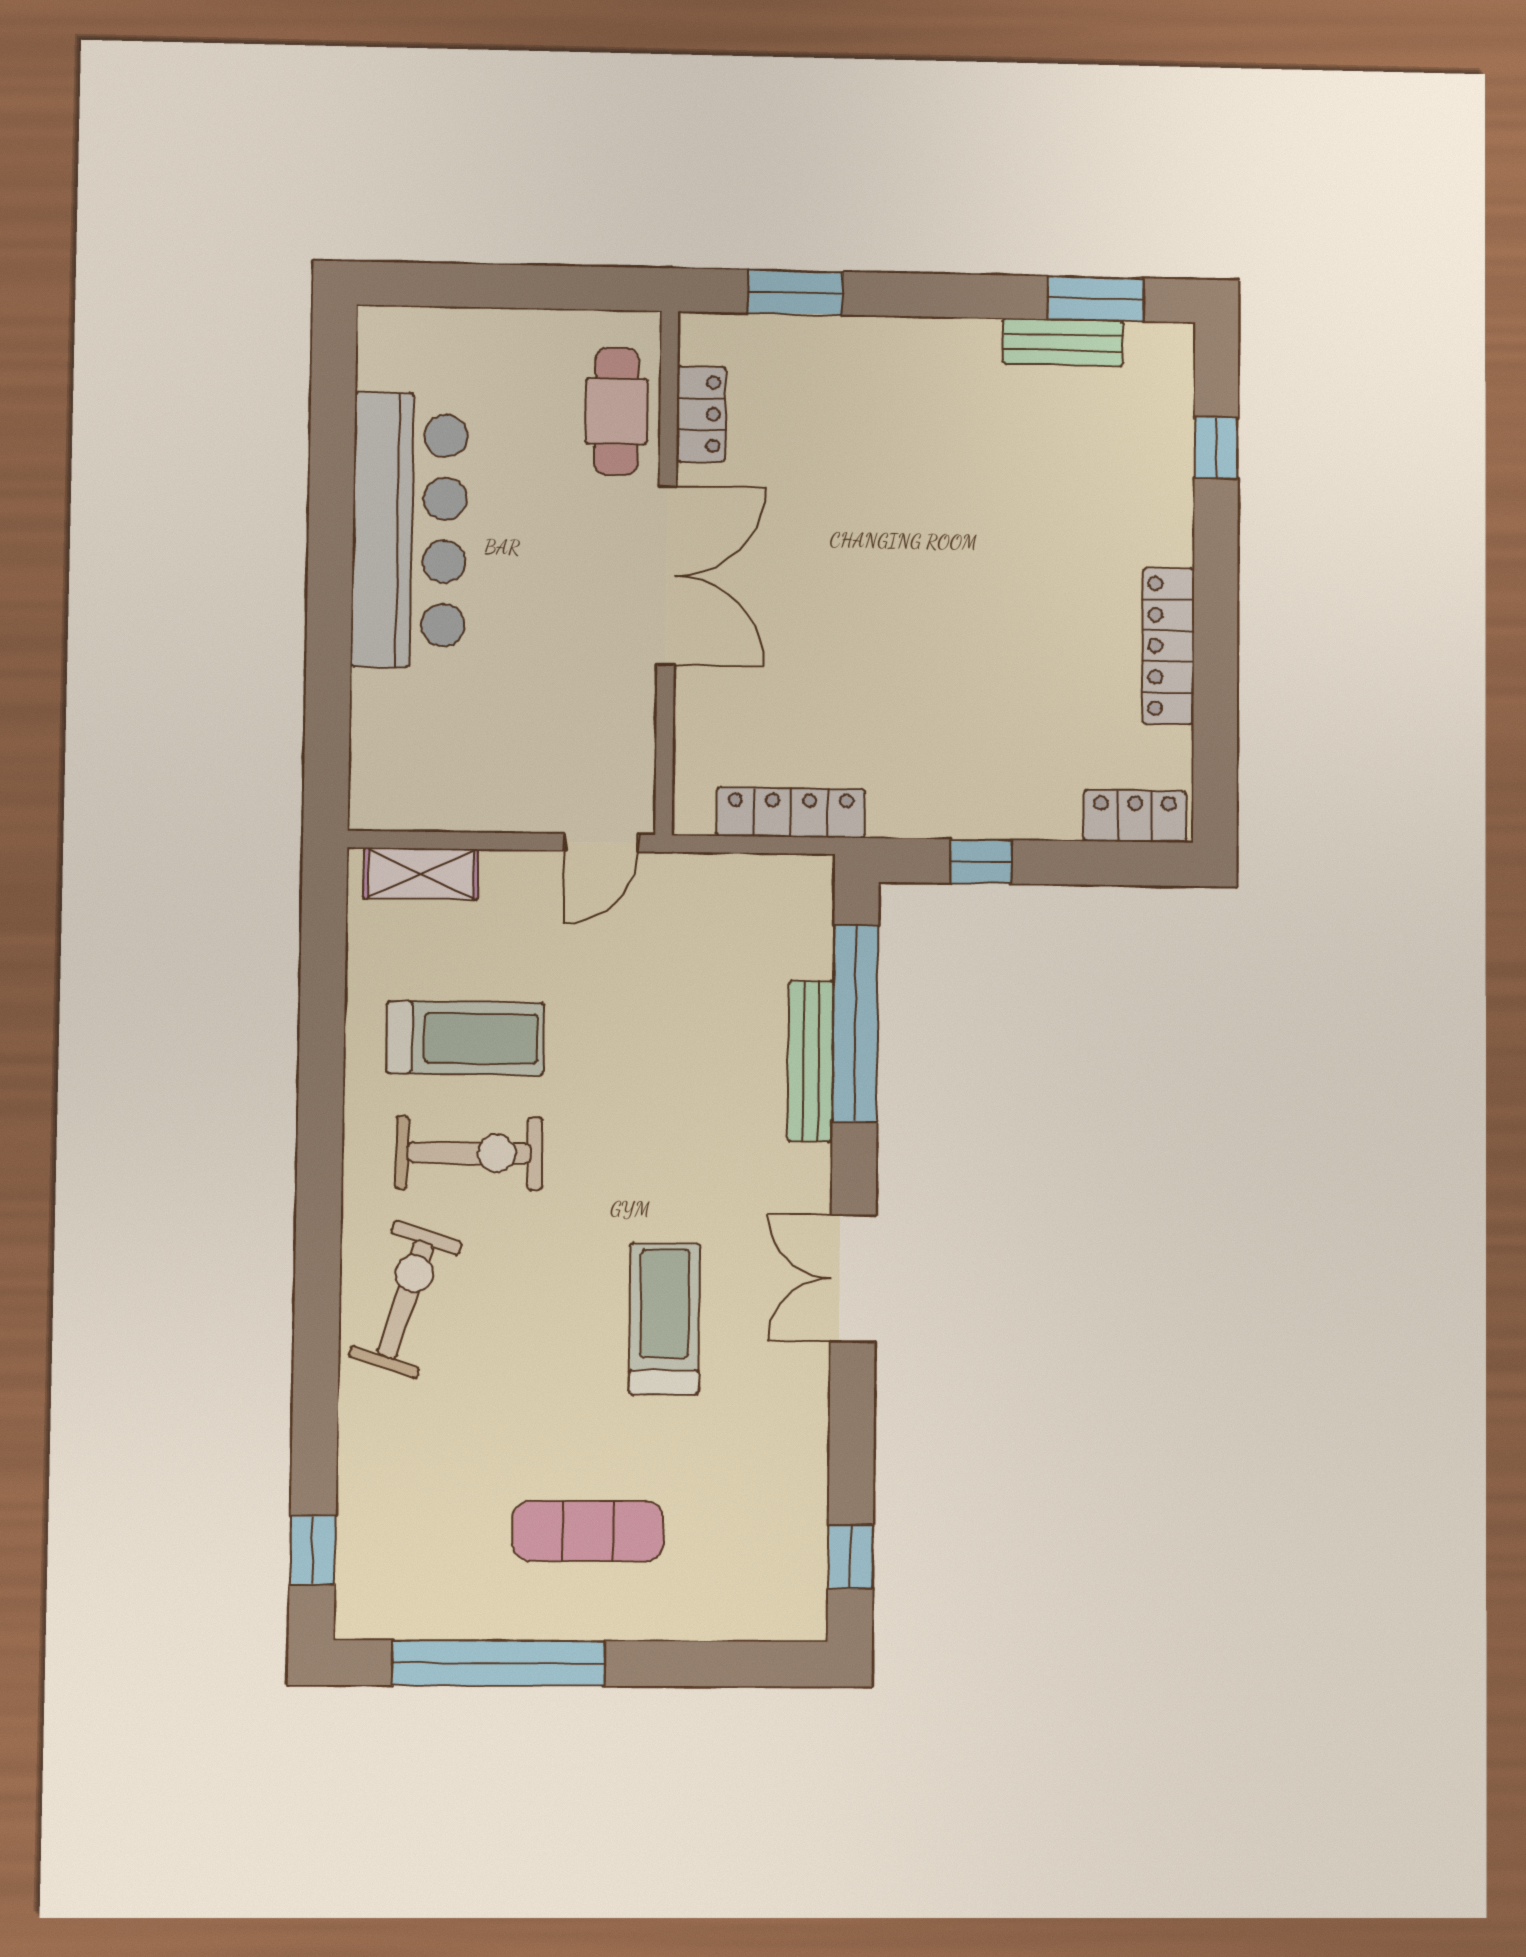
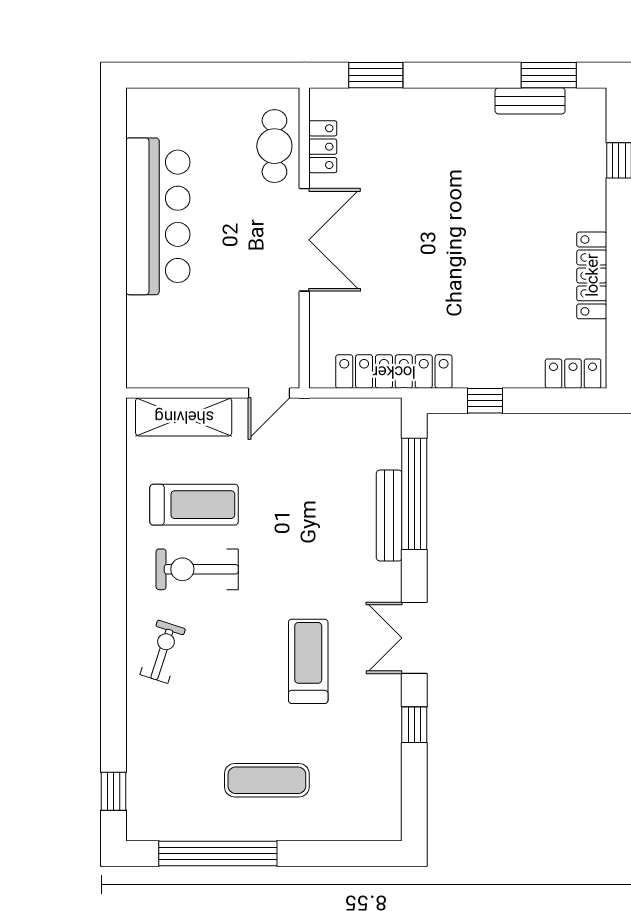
locker: (791, 813) -> (394, 372), width x1.41, depth x1.21
shelving: (421, 874) -> (184, 417), width x1.50, depth x1.33
exercise bike: (469, 1153) -> (197, 569), turned 180
exercise bike: (405, 1299) -> (163, 652), width x0.73, depth x0.72
window: (851, 1557) -> (414, 725), moved

